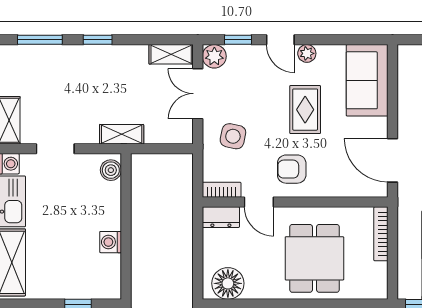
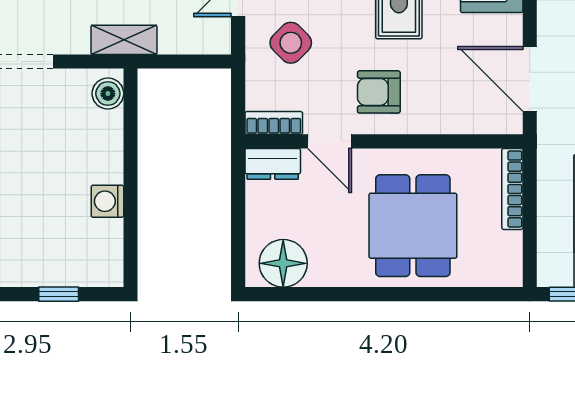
side table: (233, 136) -> (291, 43), turned 33

